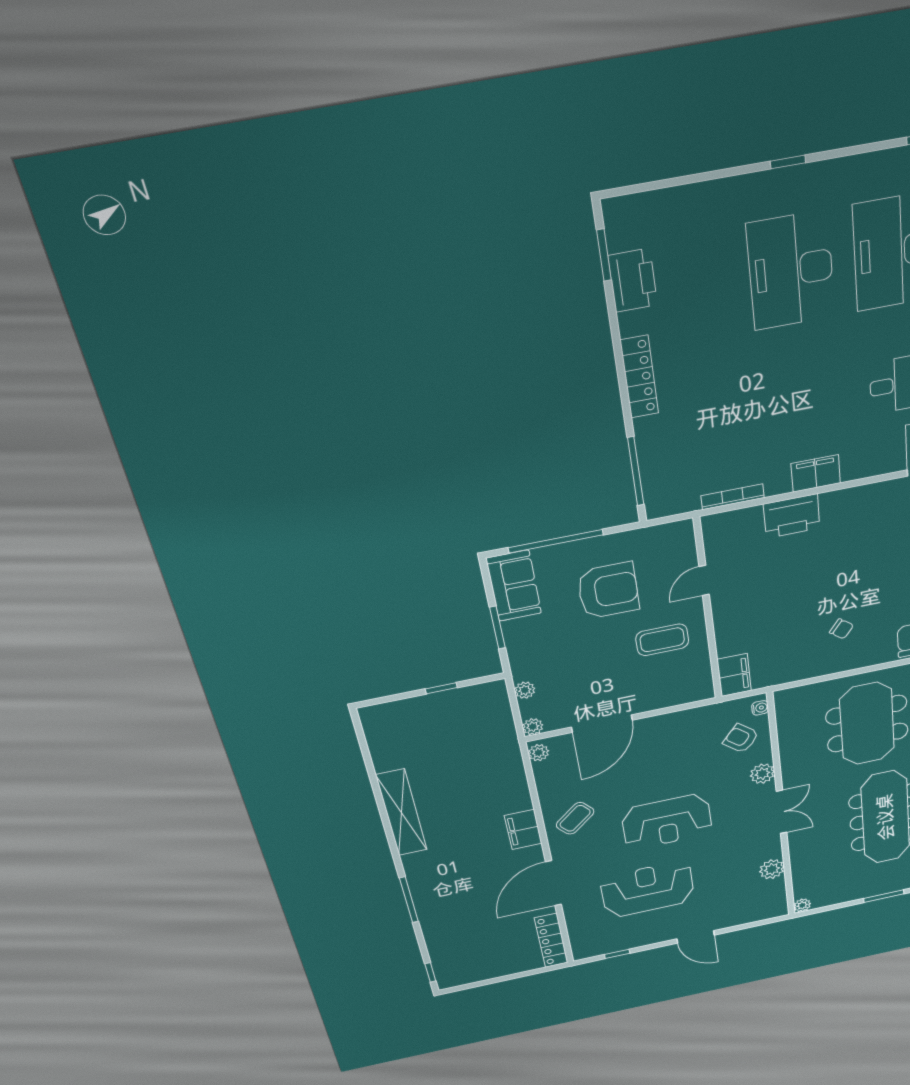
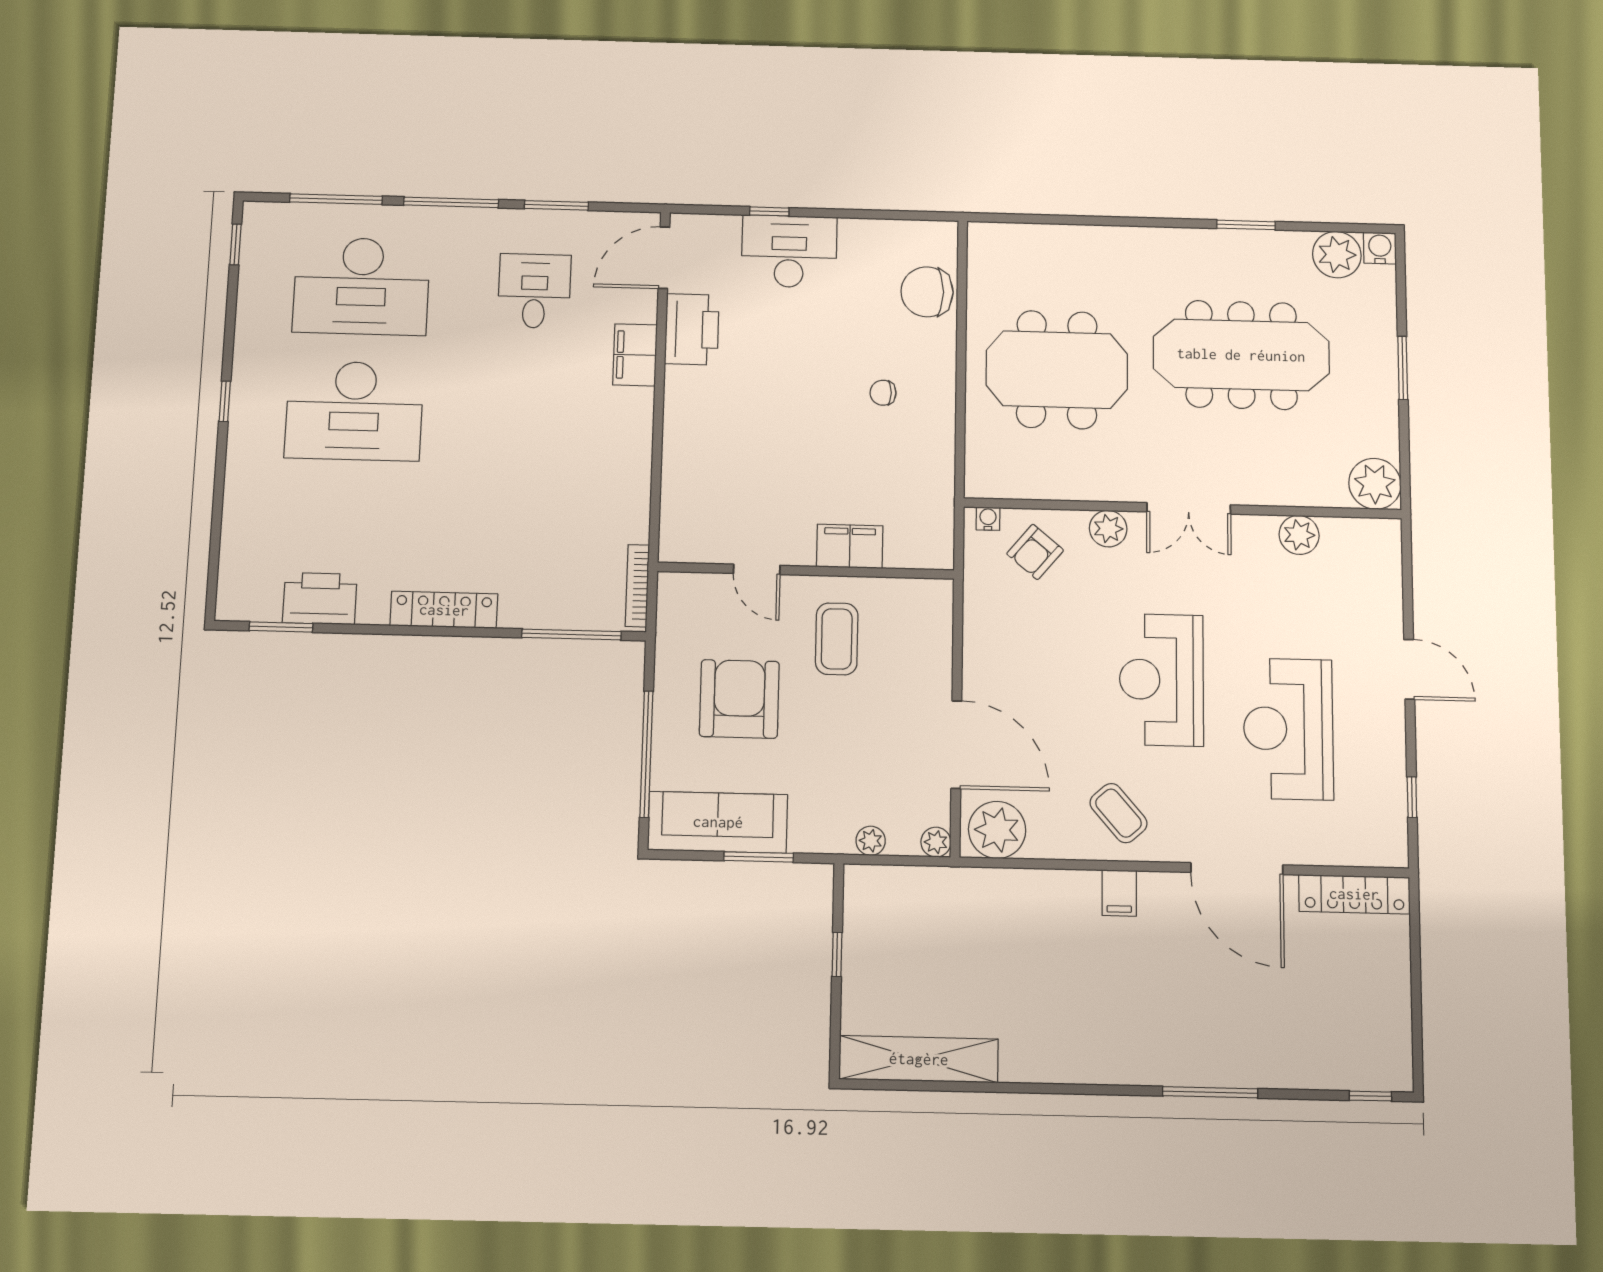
filing cabinet: (816, 473) -> (635, 355), moved
bookcase: (733, 497) -> (637, 586), moved
printer: (792, 516) -> (692, 329), moved
sofa: (514, 586) -> (718, 822), width x1.36
chair: (841, 629) -> (883, 393), turned -128
filing cabinet: (734, 675) -> (850, 546), moved
plant: (539, 753) -> (997, 830), width x1.87, depth x1.87
double door: (781, 812) -> (1189, 508), swing flipped
shelving: (402, 813) -> (919, 1059), moved
reception desk: (667, 822) -> (1161, 680), turned 180
filing cabinet: (523, 830) -> (1119, 893), width x0.50
plant: (802, 905) -> (1375, 484), width x1.87, depth x1.87
door: (696, 937) -> (1409, 669), hinge flipped

